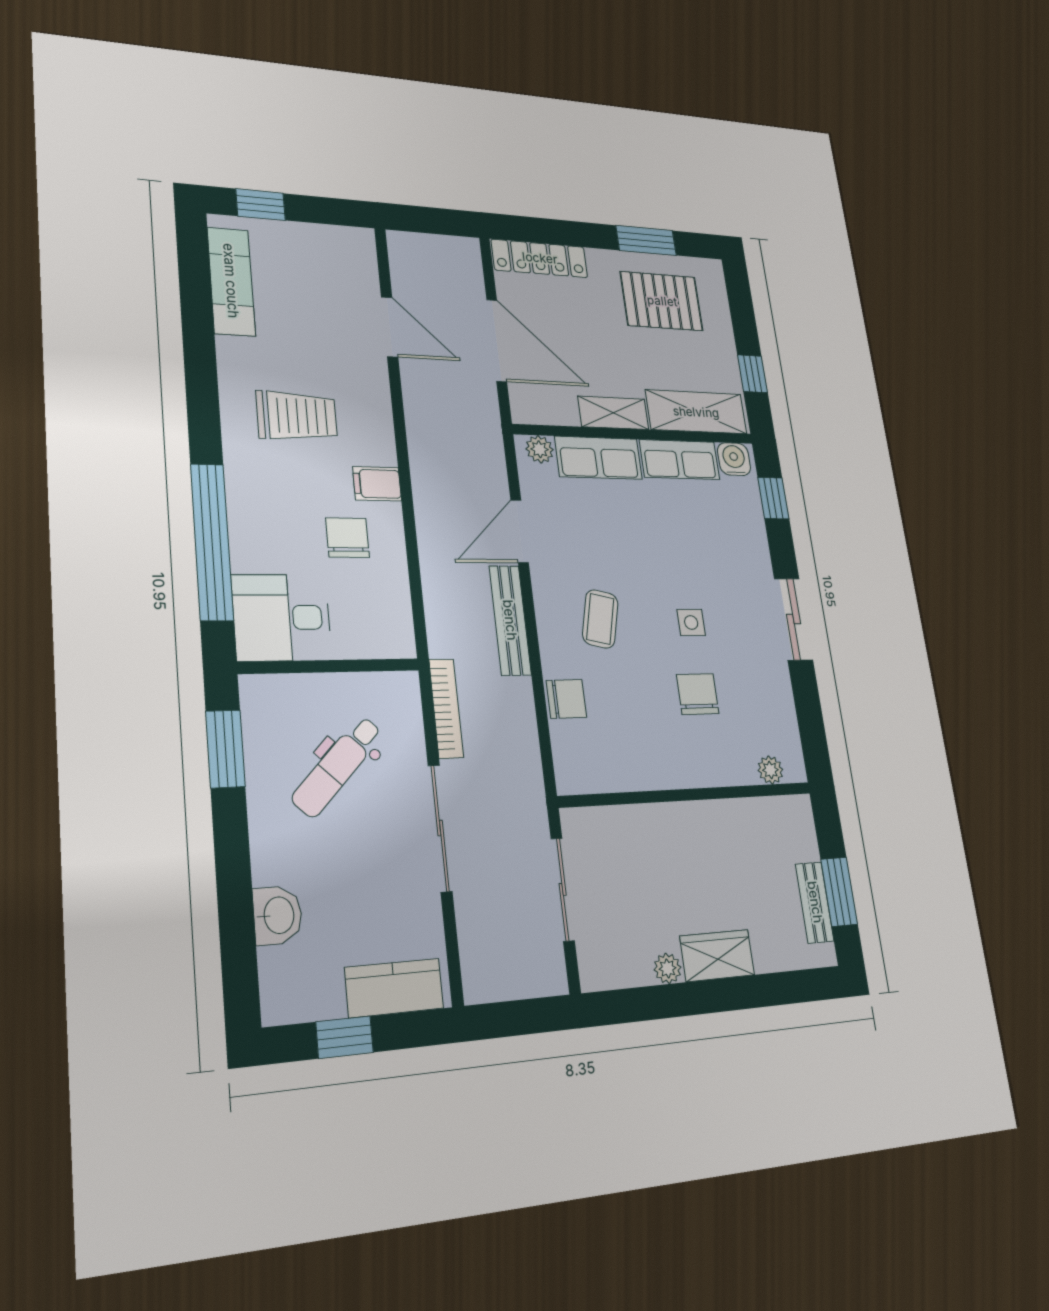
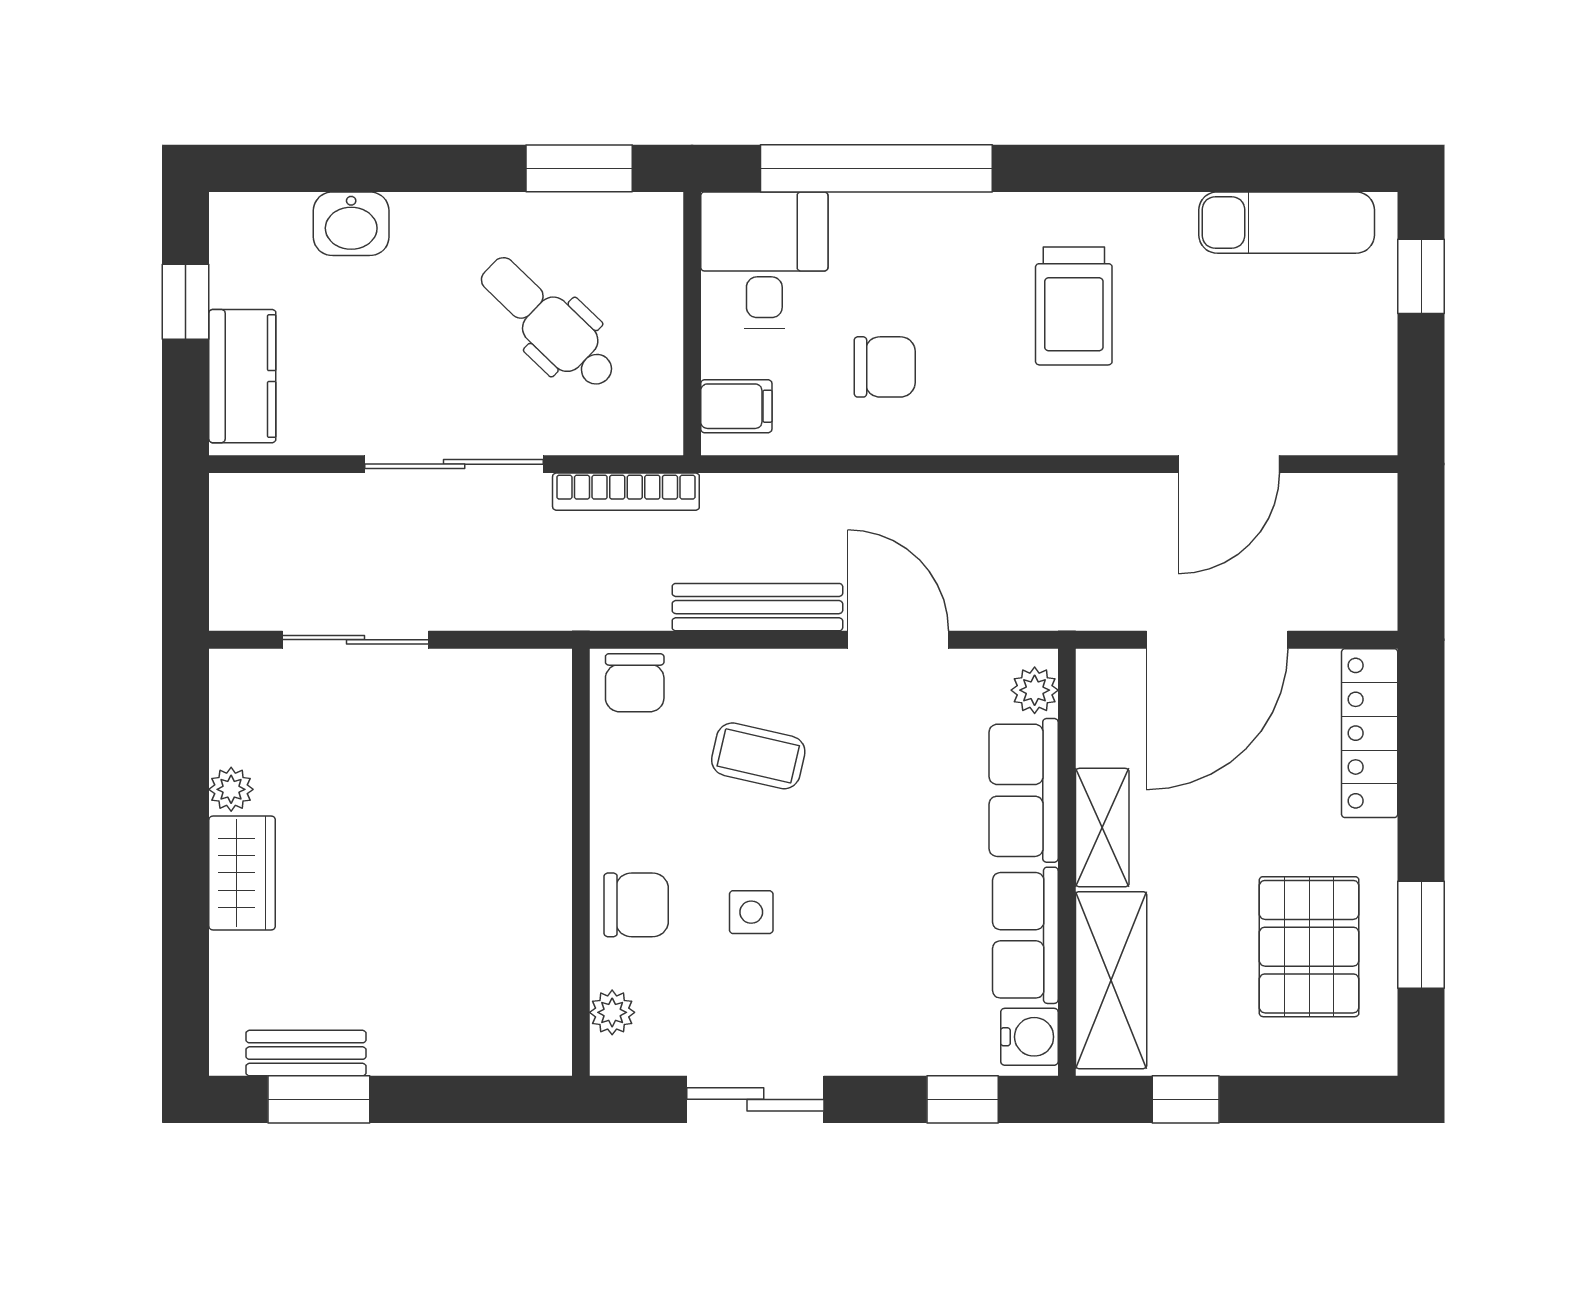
filing cabinet: (377, 484) -> (736, 406), moved, turned 90
plant: (770, 770) -> (612, 1012), moved
wall: (688, 795) -> (581, 862), moved

